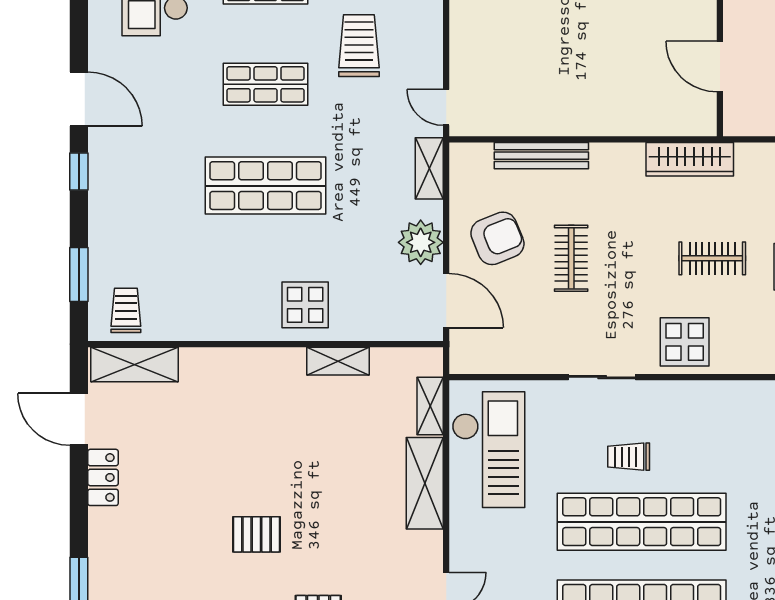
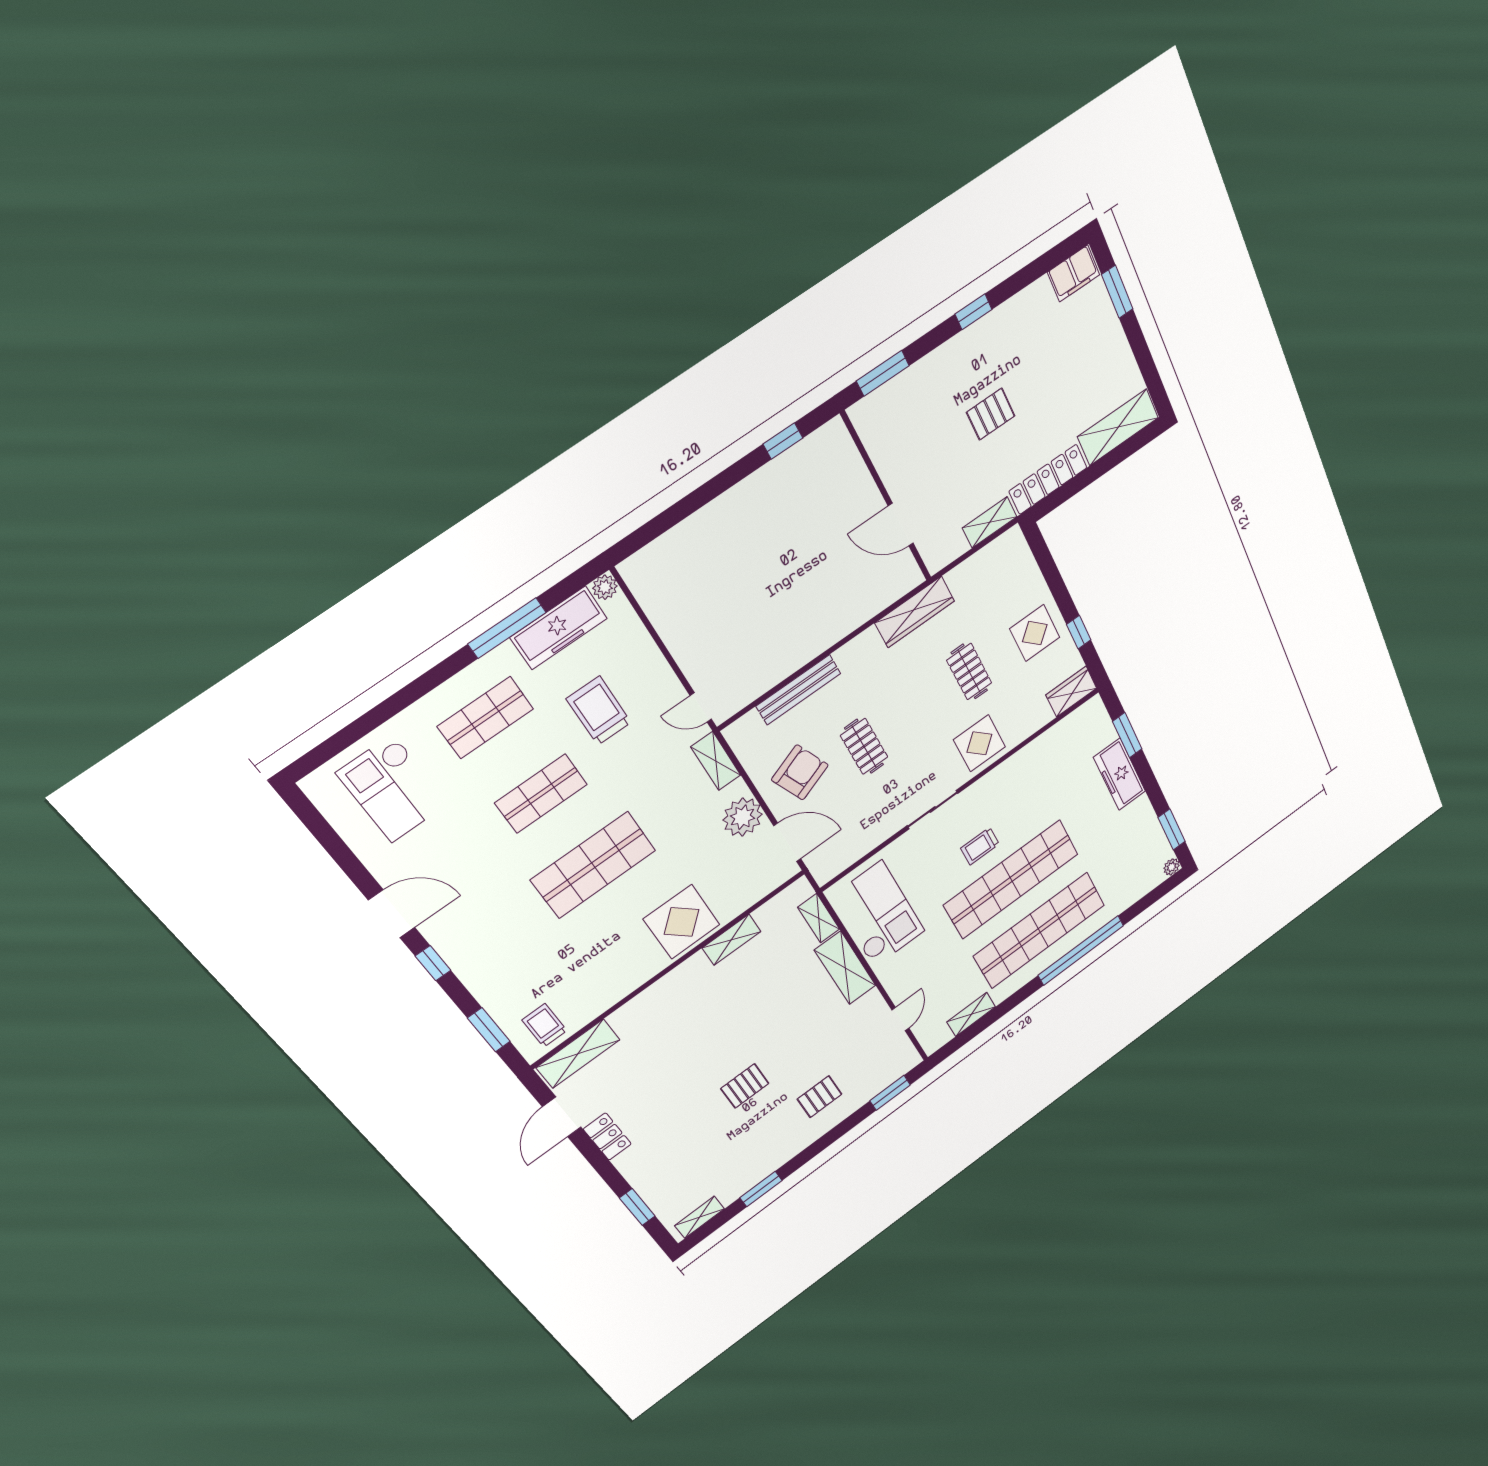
clothes rail: (712, 258) -> (969, 672), turned 90
display table: (305, 305) -> (682, 922), width x1.36, depth x1.36
door: (79, 419) -> (562, 1117), hinge flipped

